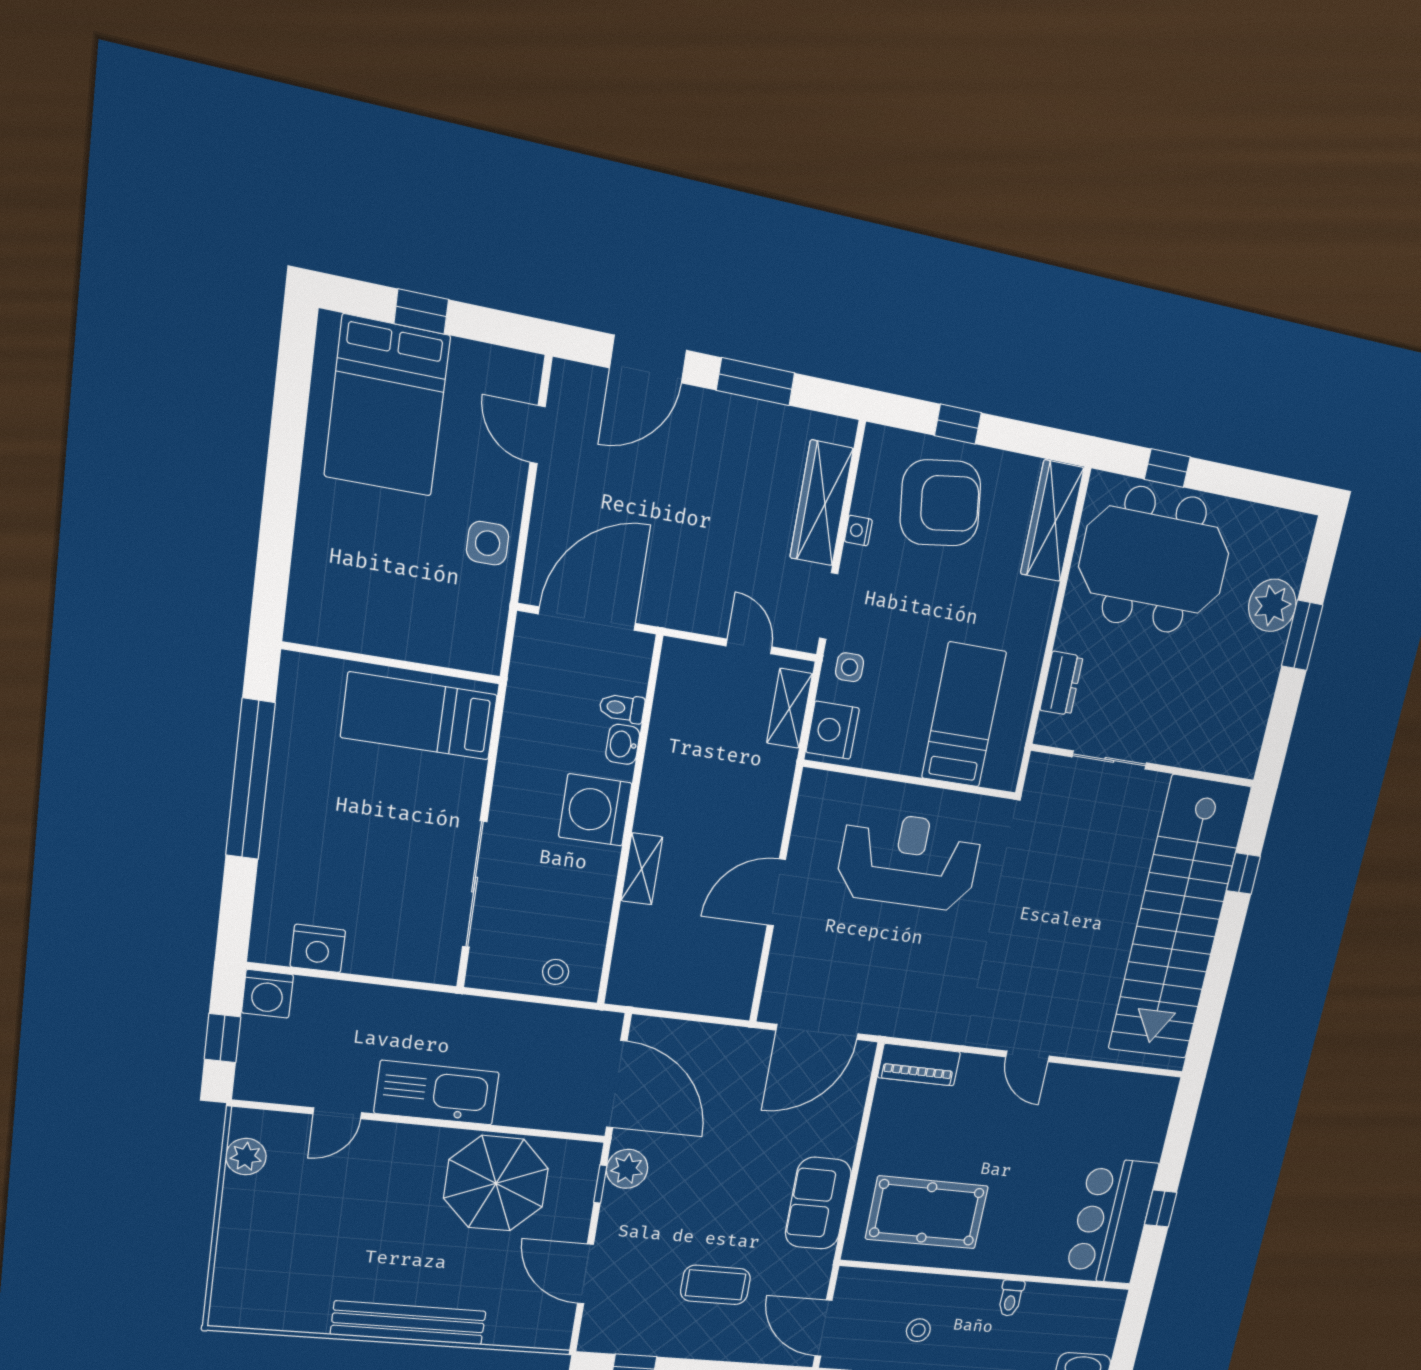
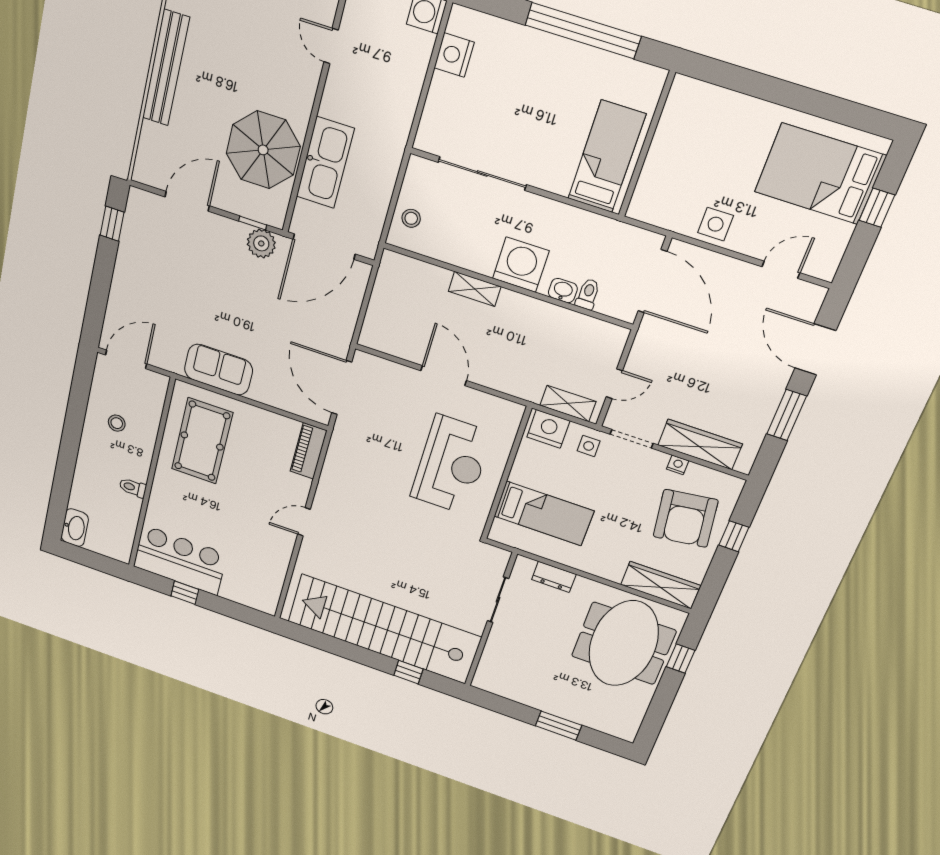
plant: (1272, 605) -> (581, 710), removed
kitchen sink: (437, 1093) -> (325, 163), moved
coffee table: (715, 1285) -> (167, 291), removed

